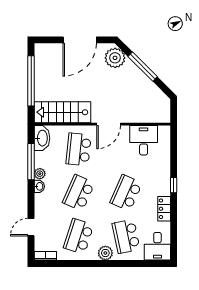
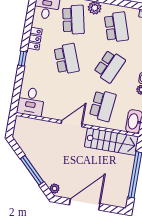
plant: (115, 58) -> (55, 189), width x0.53, depth x0.53
desk: (144, 140) -> (31, 102), moved
school desk: (126, 193) -> (67, 59), turned -45
school desk: (79, 236) -> (116, 27), turned -36

